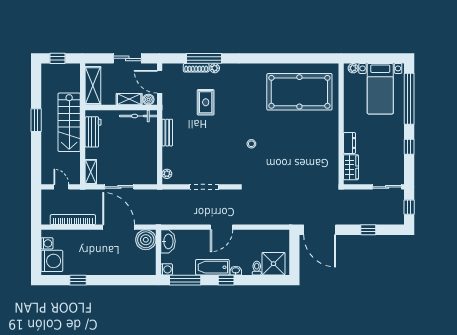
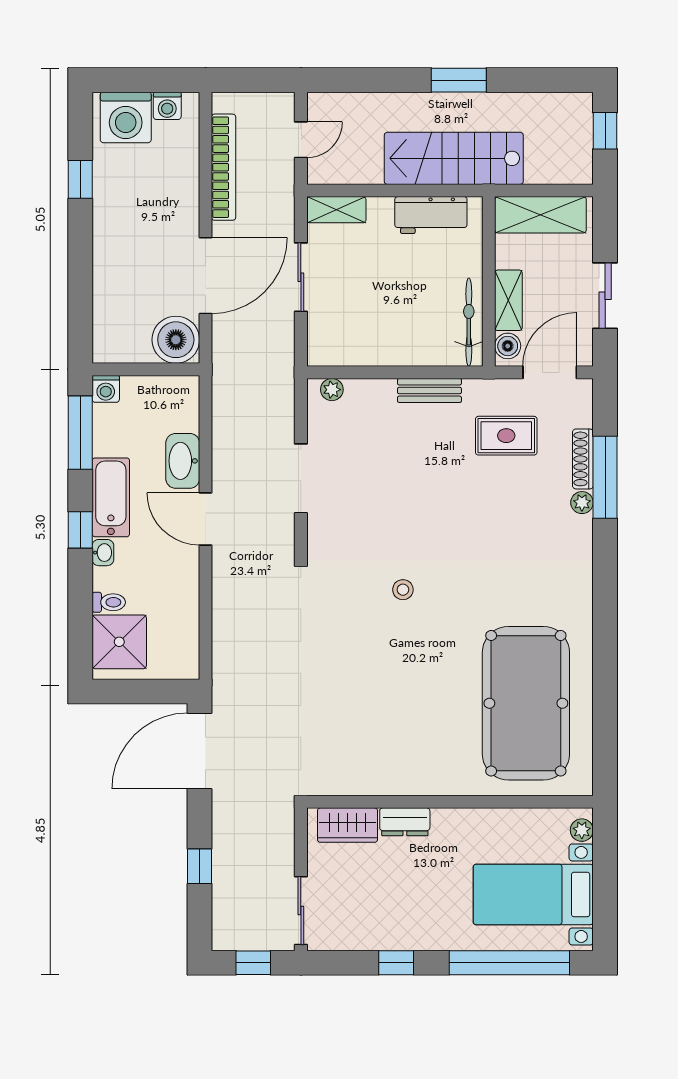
rug: (206, 102) -> (506, 436), moved
washbasin: (168, 241) -> (183, 461), moved, turned 90

